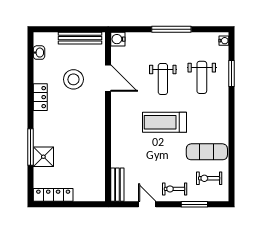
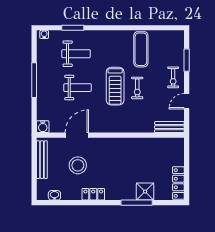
exercise bike: (209, 178) -> (137, 88), moved

